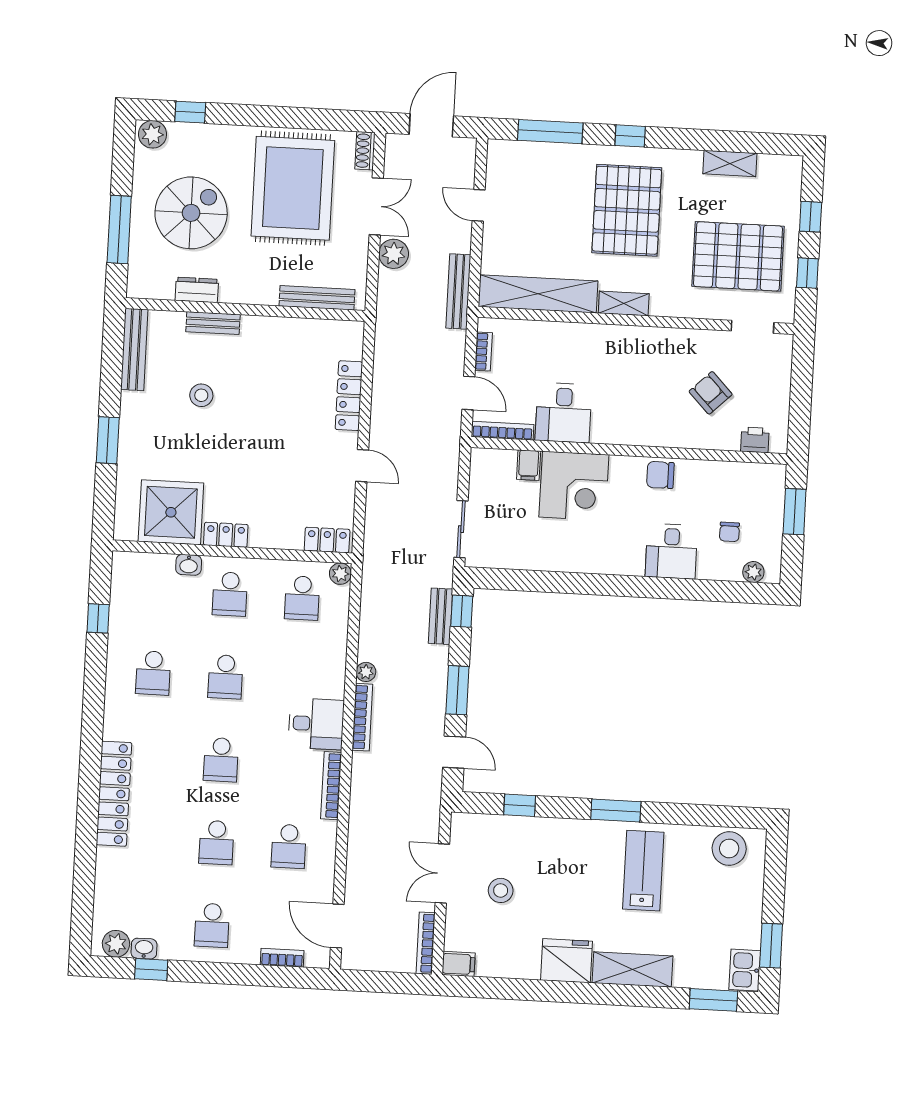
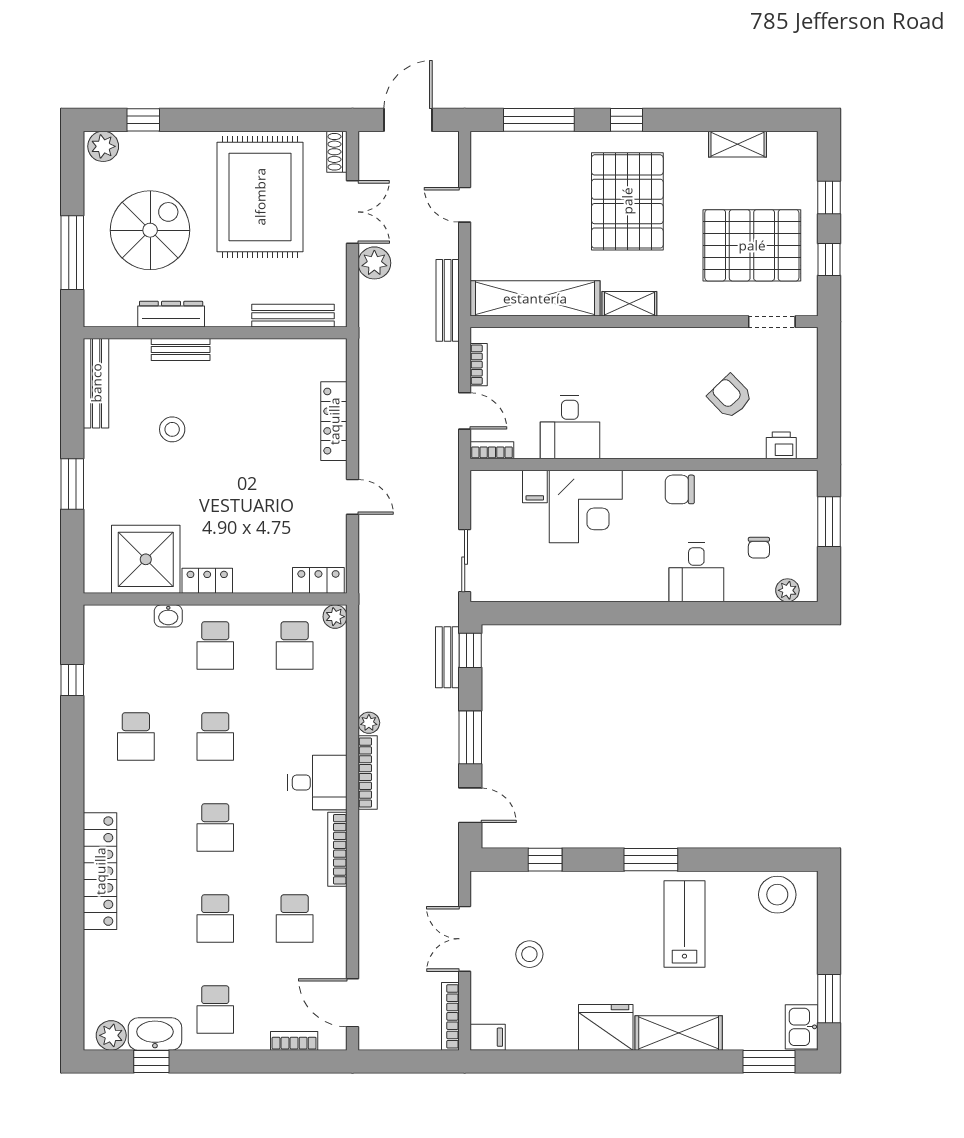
dresser: (197, 290) -> (171, 314), width x1.44
bookcase: (502, 431) -> (492, 450), width x0.64
washbasin: (144, 949) -> (155, 1034), width x1.91, depth x1.45

